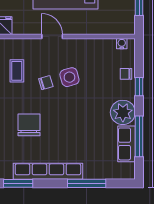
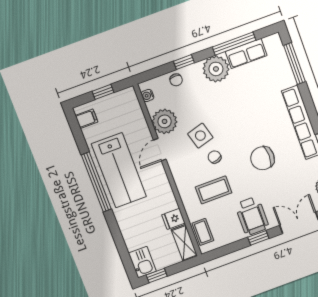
door: (52, 37) -> (160, 150), moved
plant: (94, 50) -> (165, 121), added
coffee table: (17, 71) -> (214, 190), width x1.36, depth x1.30
window: (87, 183) -> (294, 64), moved

